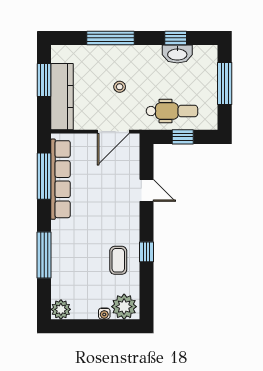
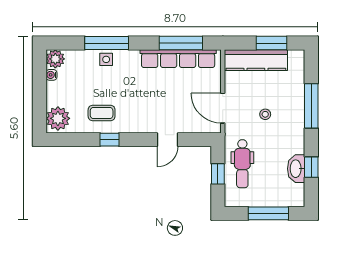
side table: (61, 256) -> (106, 59), added
water cooler: (104, 314) -> (51, 75), moved

